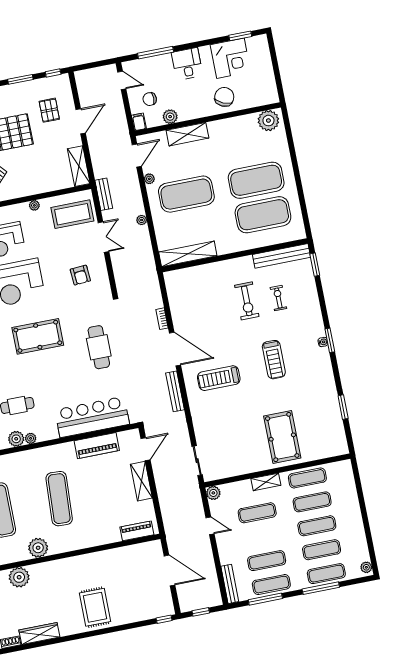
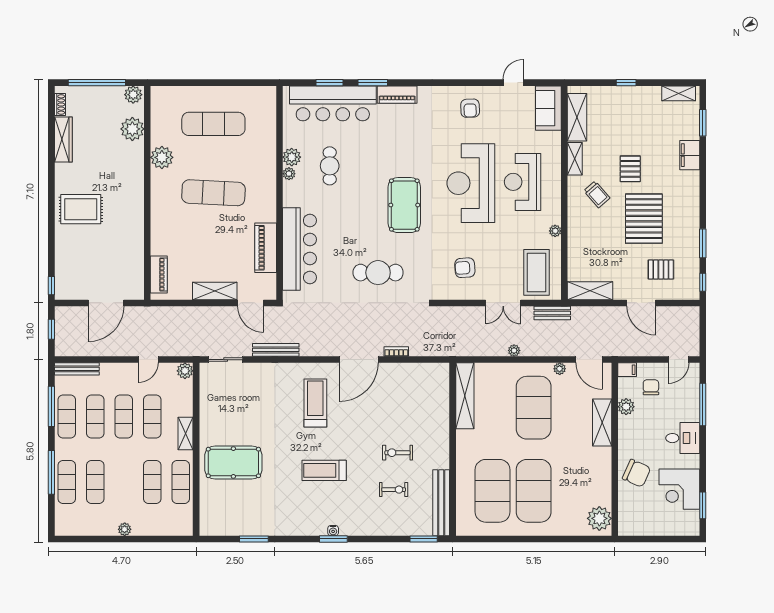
exercise bike: (247, 301) -> (398, 453), width x0.73, depth x0.72
bench: (175, 391) -> (276, 350), moved
exercise mat: (317, 526) -> (124, 416), moved
plant: (366, 567) -> (125, 529), moved

